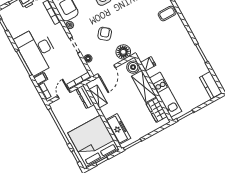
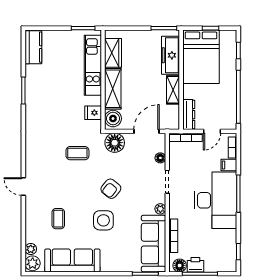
coffee table: (167, 14) -> (77, 153), moved
armchair: (105, 34) -> (111, 189), moved
shelving: (98, 96) -> (173, 90), moved
bed: (94, 141) -> (201, 57), width x0.73

